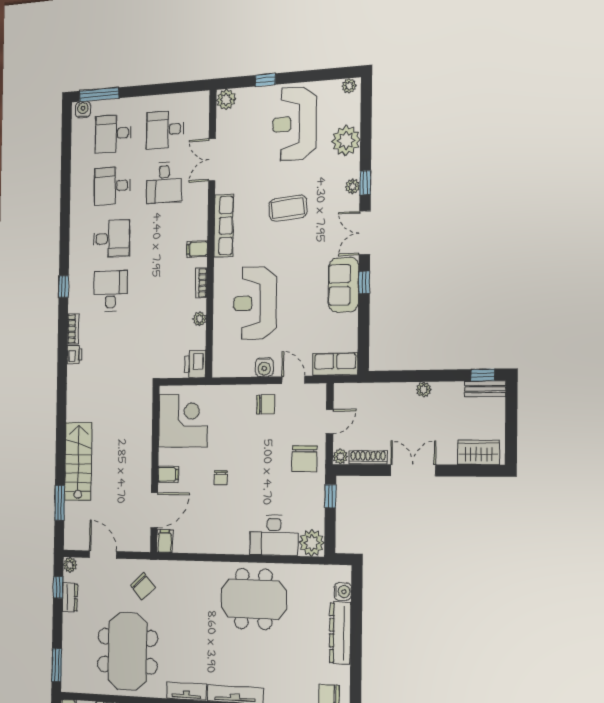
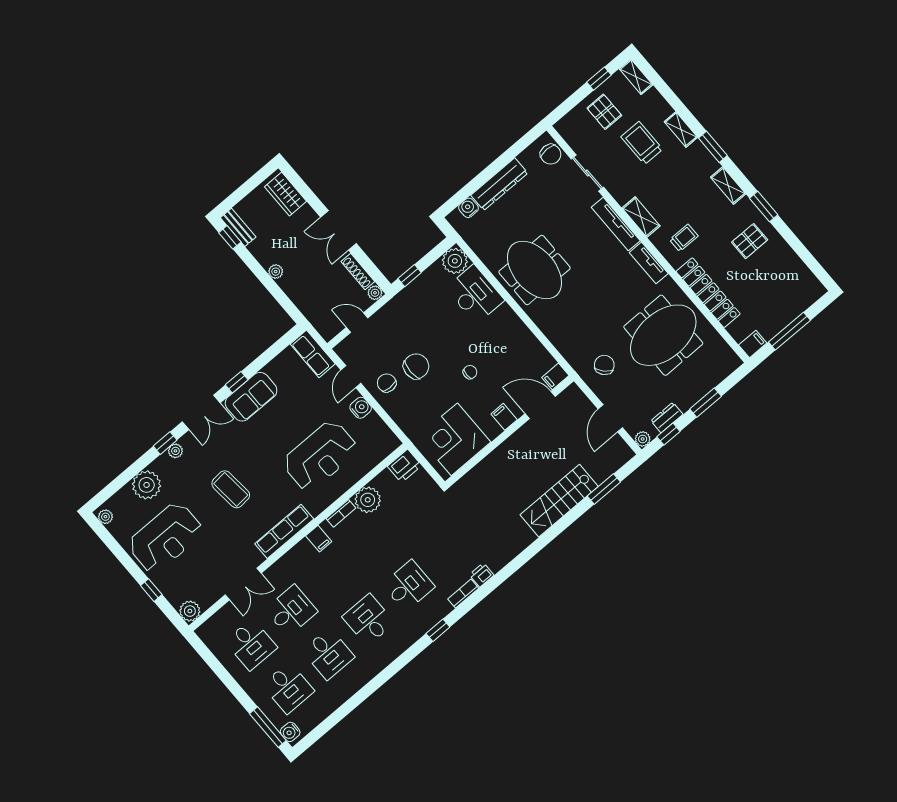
desk: (110, 291) -> (408, 586), turned 180
plant: (200, 319) -> (368, 500), width x1.87, depth x1.87
chair: (305, 459) -> (416, 366), moved
window: (57, 665) -> (706, 403), moved

